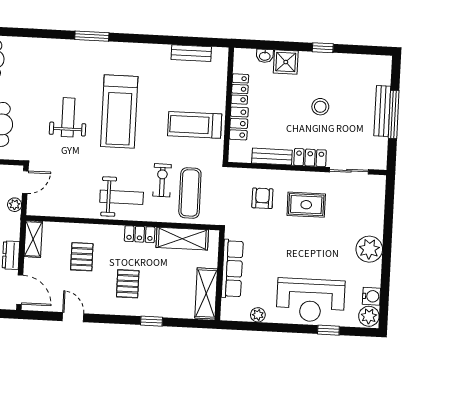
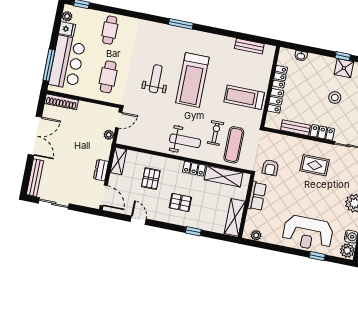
shower: (286, 62) -> (344, 68), moved
armchair: (262, 198) -> (270, 168), moved, turned 180
row of seats: (232, 269) -> (257, 196), width x0.68
pallet: (128, 284) -> (180, 202), turned 90
plant: (258, 315) -> (256, 235), moved

